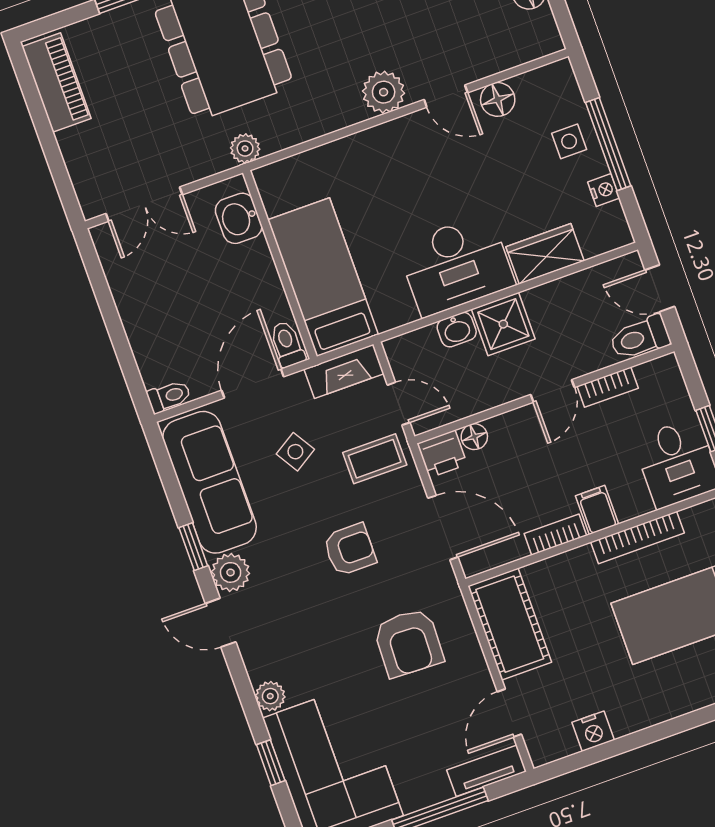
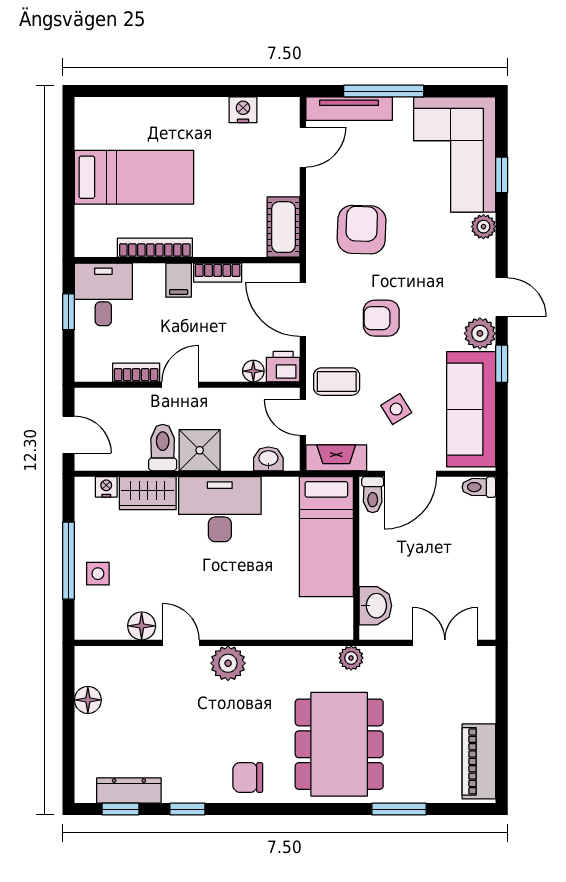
nightstand: (604, 190) -> (106, 487), moved, turned 90
washbasin: (457, 330) -> (268, 459), moved
toilet: (640, 338) -> (163, 448), moved, turned -90
cot: (510, 624) -> (283, 227), width x0.73, depth x0.75
tv unit: (487, 771) -> (349, 109), width x1.41

